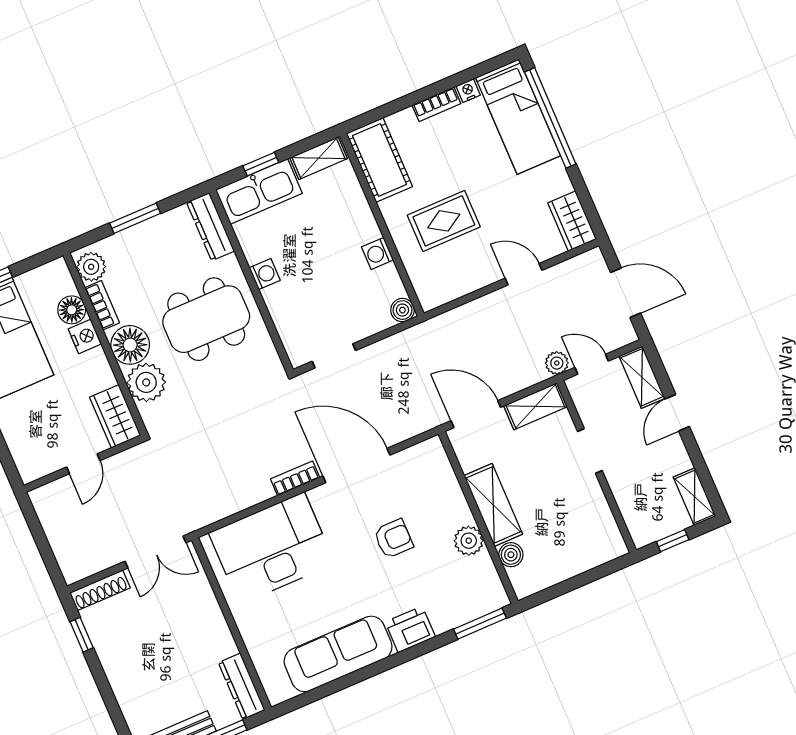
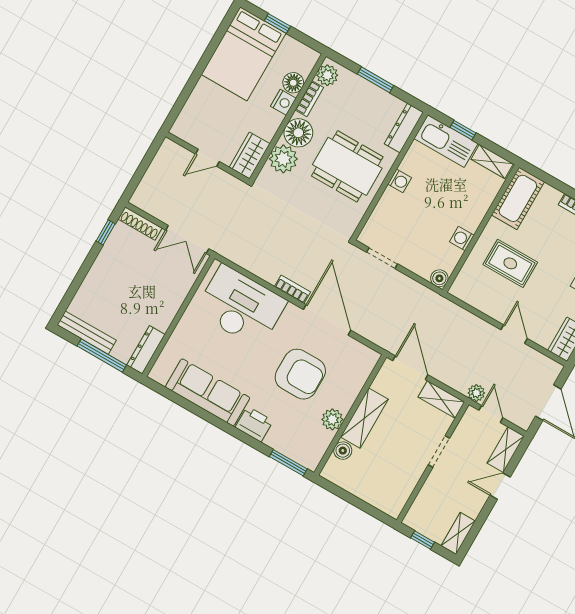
armchair: (393, 539) -> (300, 374), width x1.88, depth x1.88

